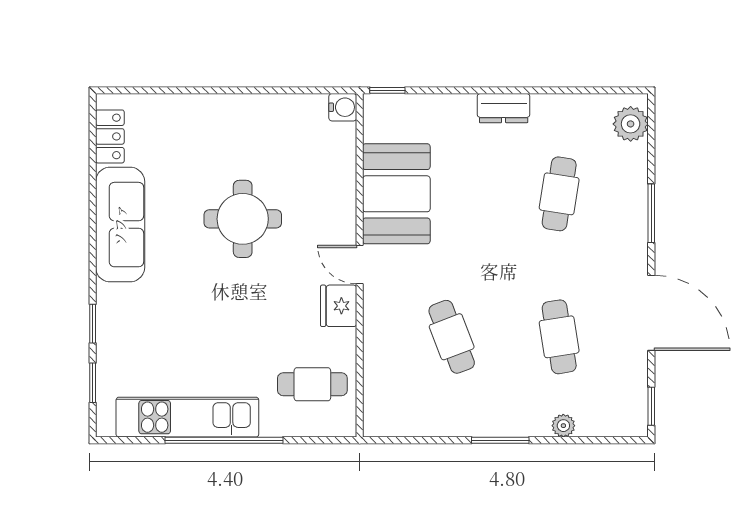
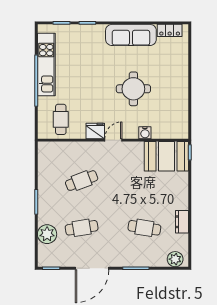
water cooler: (343, 107) -> (145, 133), moved
dresser: (504, 108) -> (182, 222), moved
booth: (396, 194) -> (166, 156), moved
plant: (563, 426) -> (47, 234), width x1.88, depth x1.88

